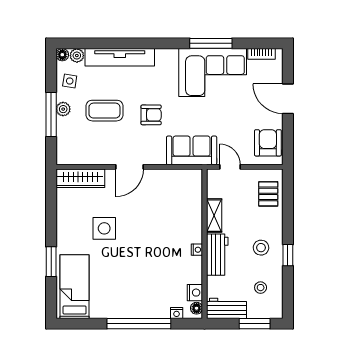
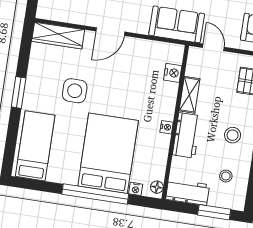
window: (51, 262) -> (19, 92), moved
bed: (145, 283) -> (108, 153), added
nightstand: (195, 293) -> (173, 73), moved

